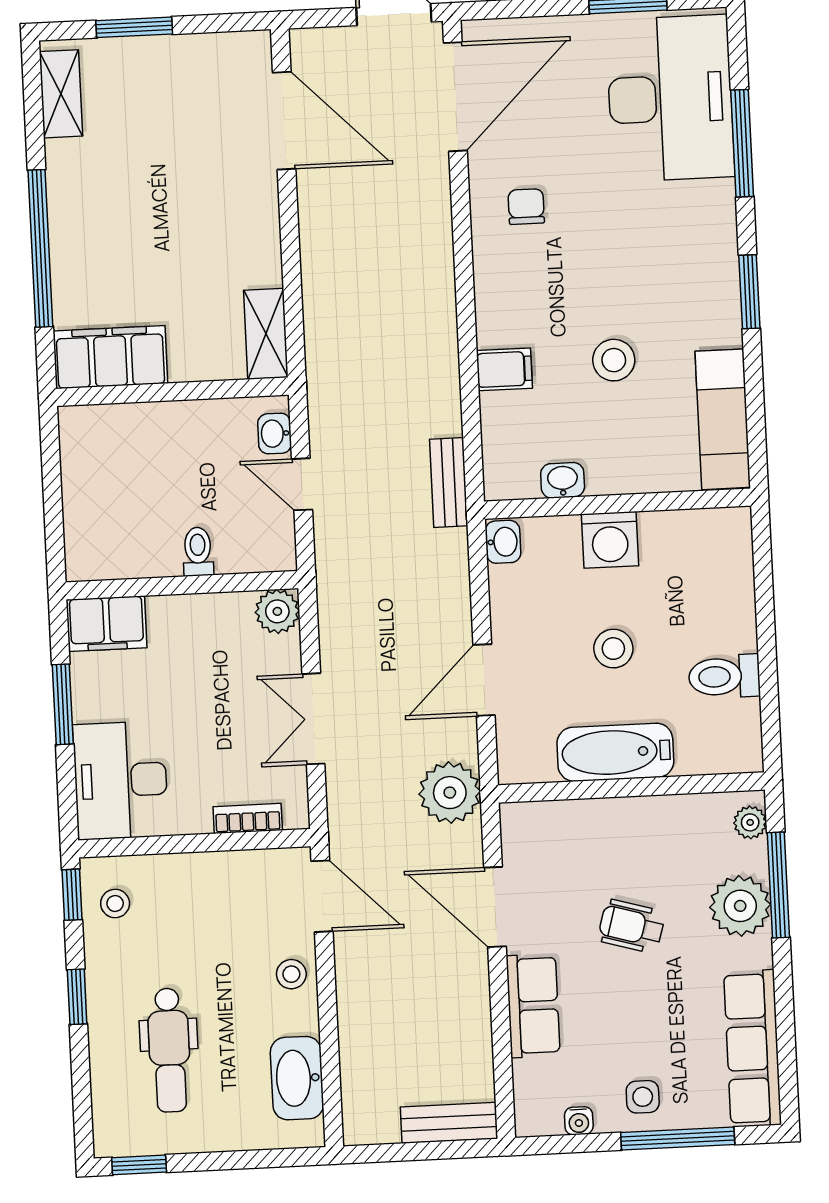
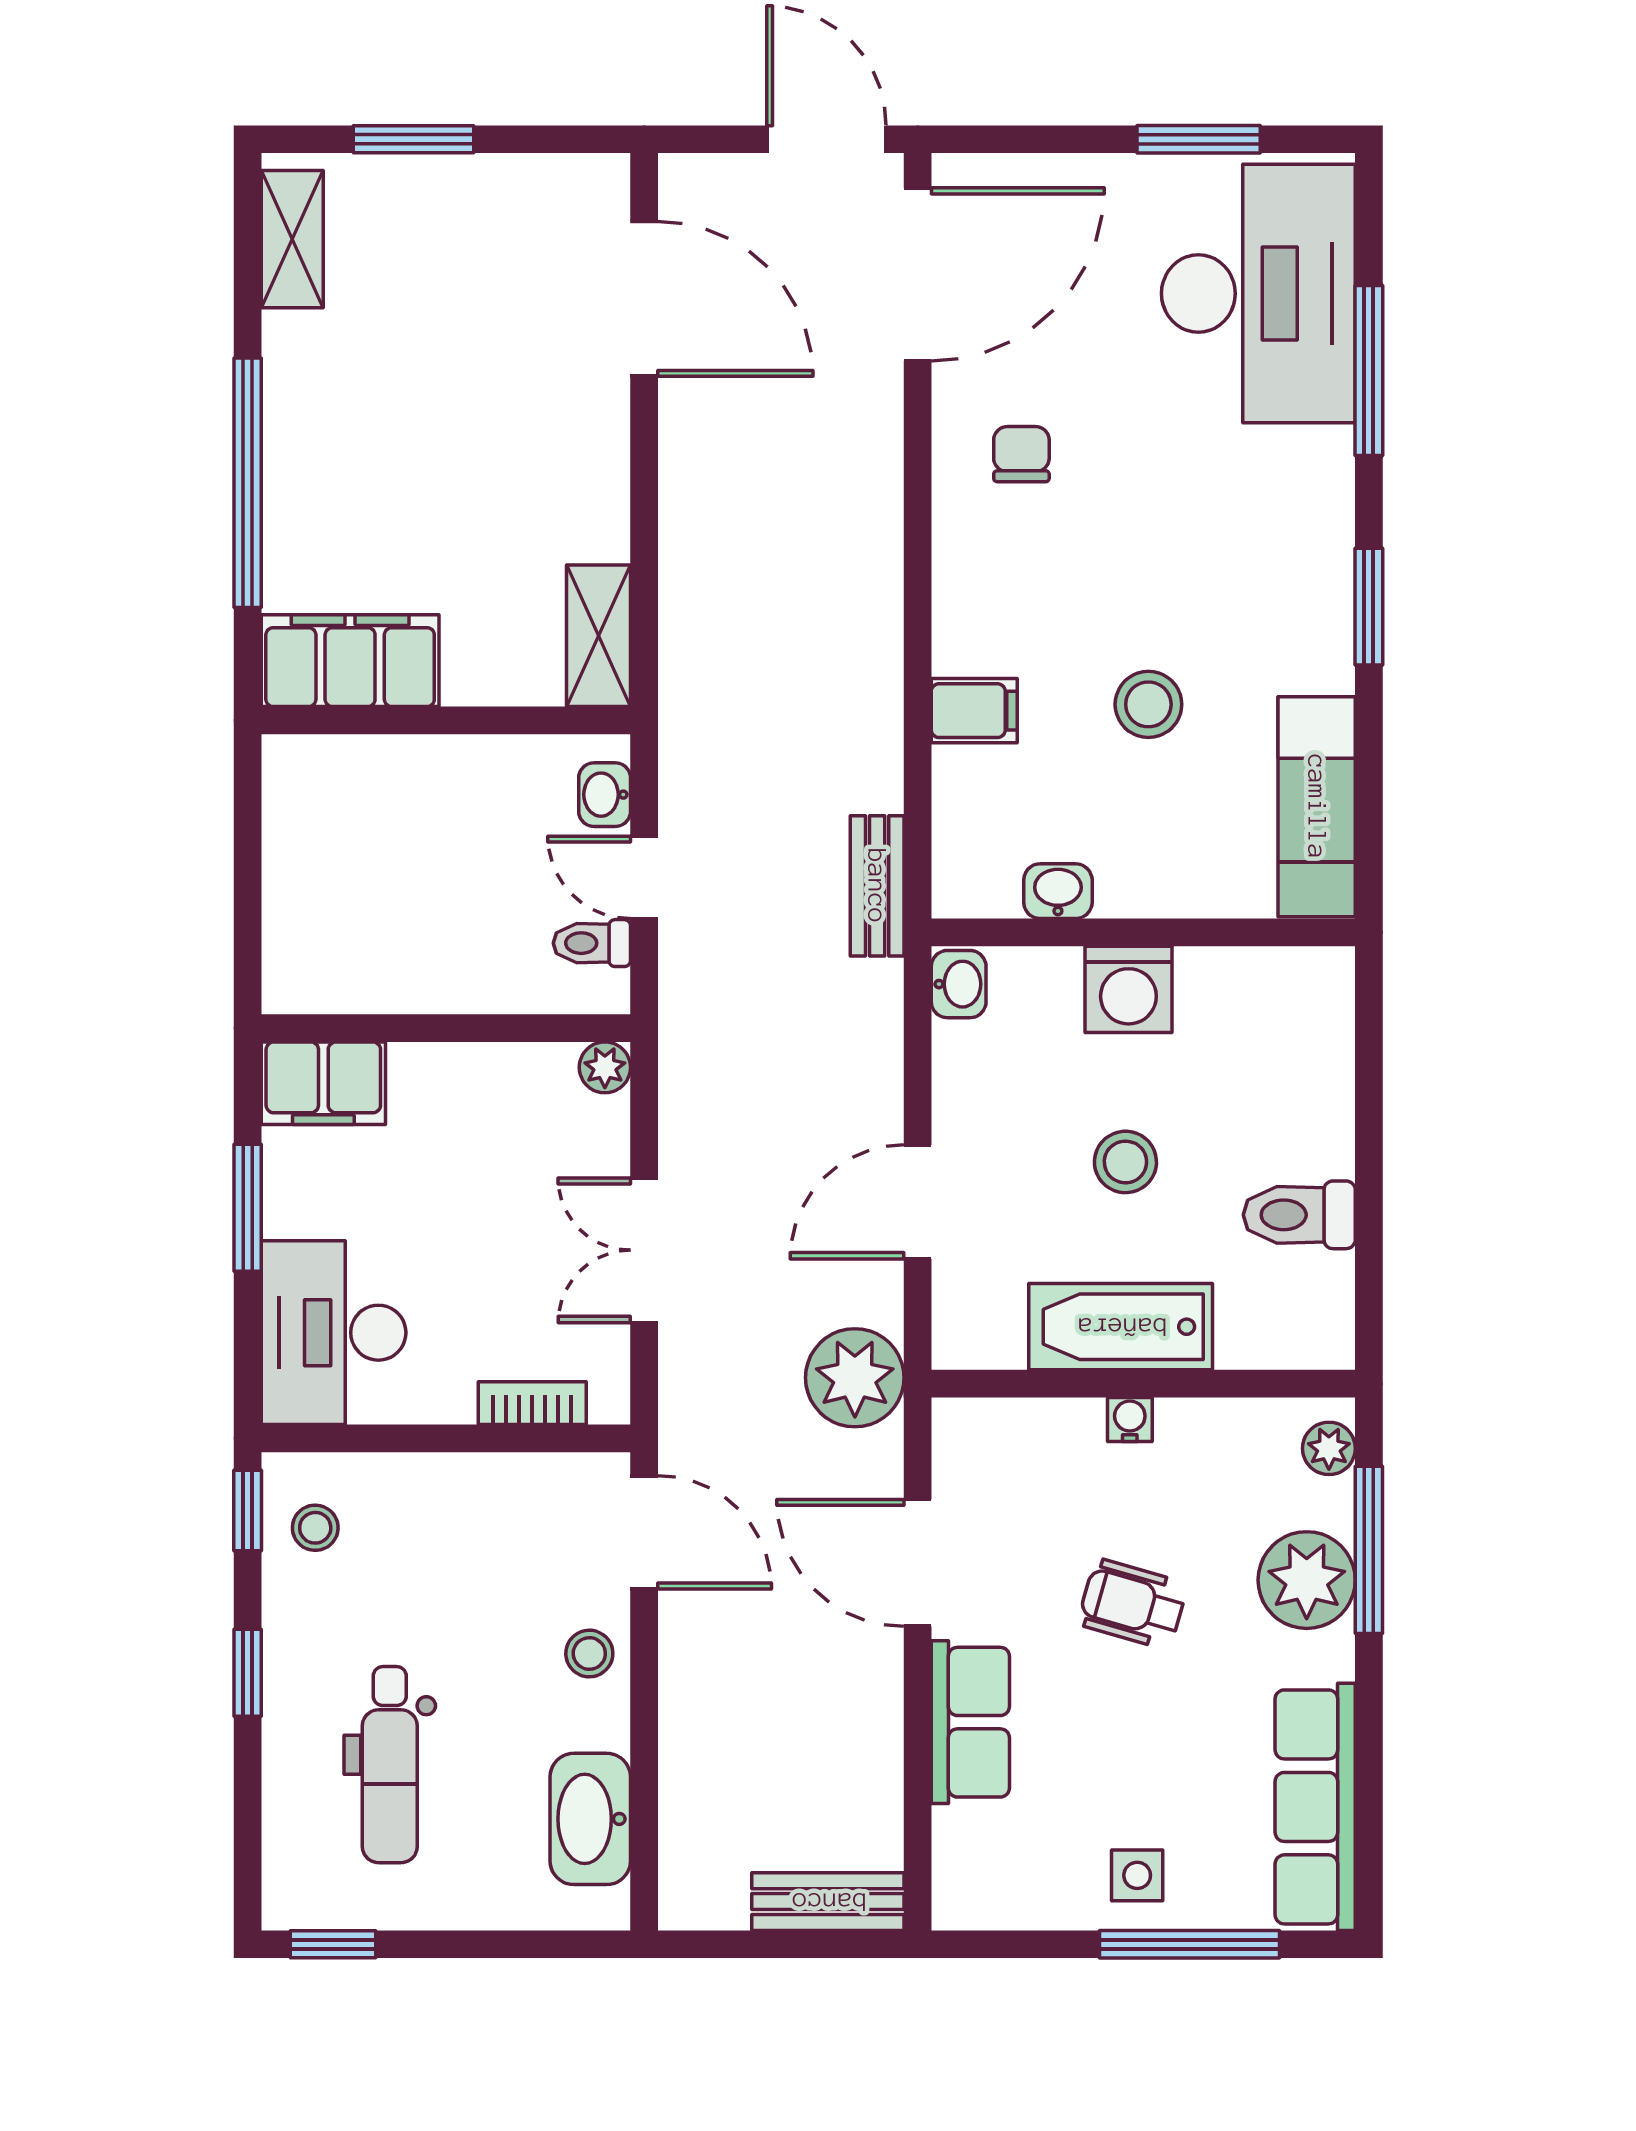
toilet: (198, 552) -> (592, 943), moved, turned -90
plant: (277, 611) -> (605, 1067), width x0.73, depth x0.73
water cooler: (579, 1121) -> (1130, 1419), moved, turned 180

